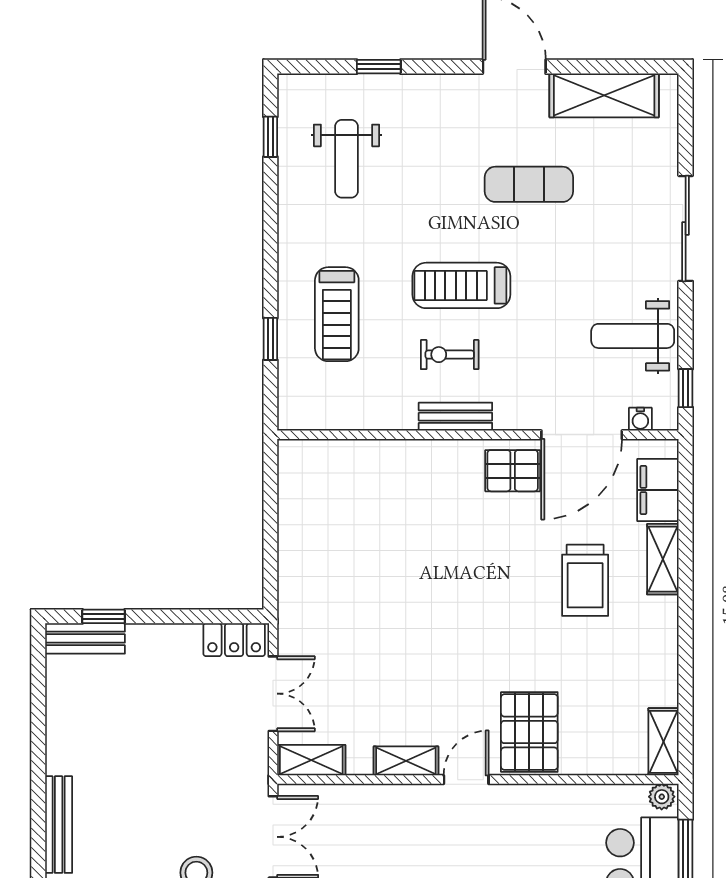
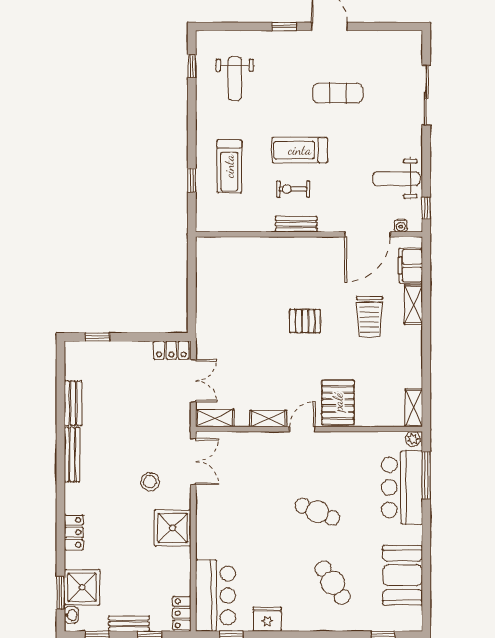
window: (379, 67) -> (284, 27), moved
shelving: (604, 95) -> (380, 43), removed
sliding door: (686, 228) -> (426, 95), moved
pallet: (513, 471) -> (305, 321), moved
bench: (85, 638) -> (73, 403), moved, turned 90

